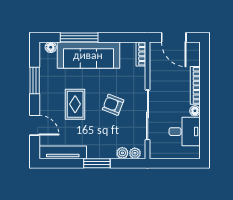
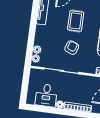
rug: (75, 104) -> (76, 21), turned 90
window: (97, 163) -> (32, 31), removed

